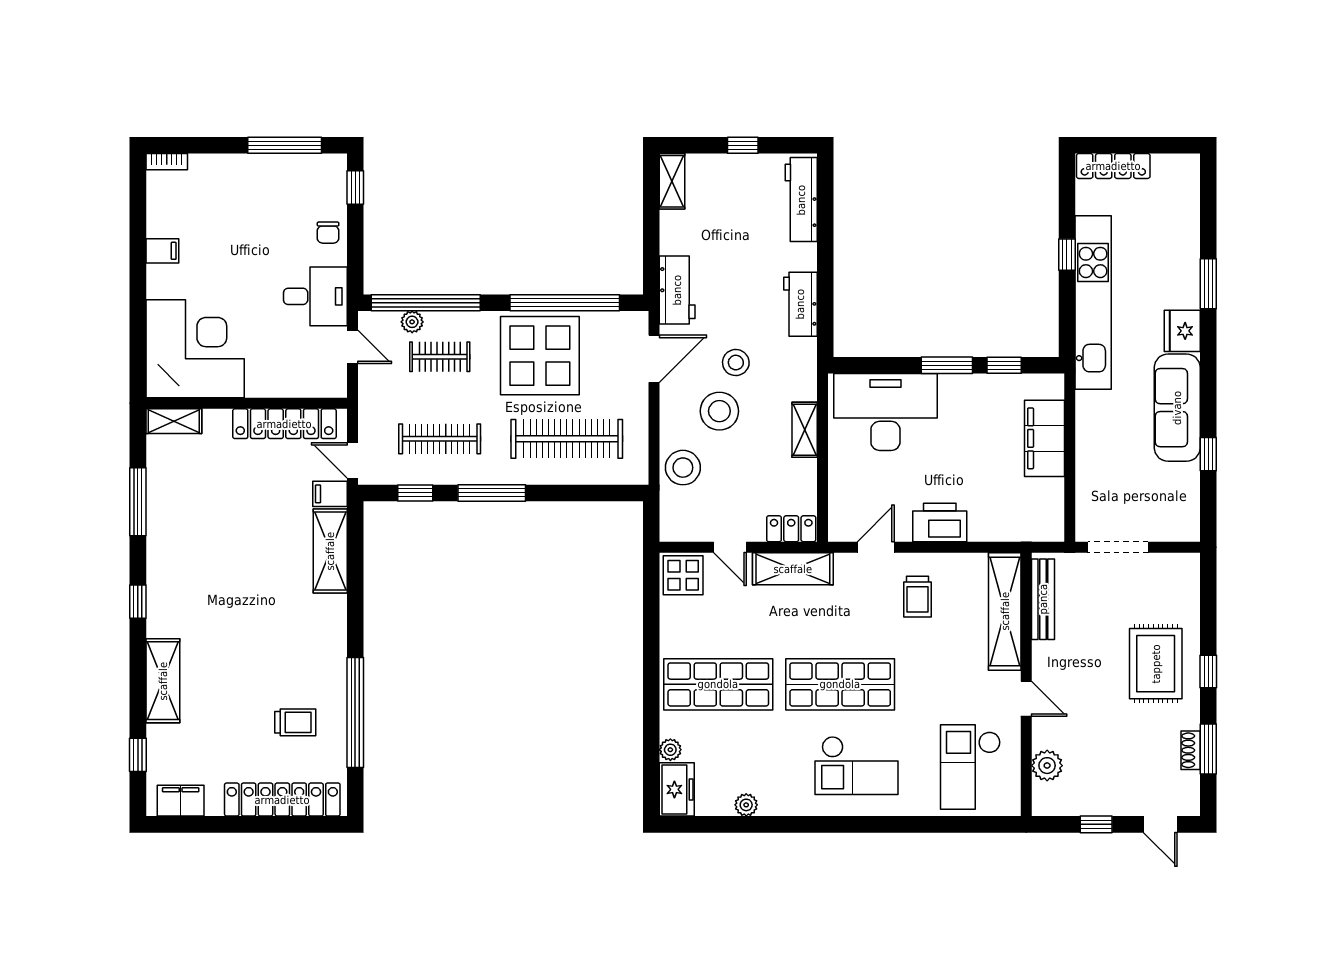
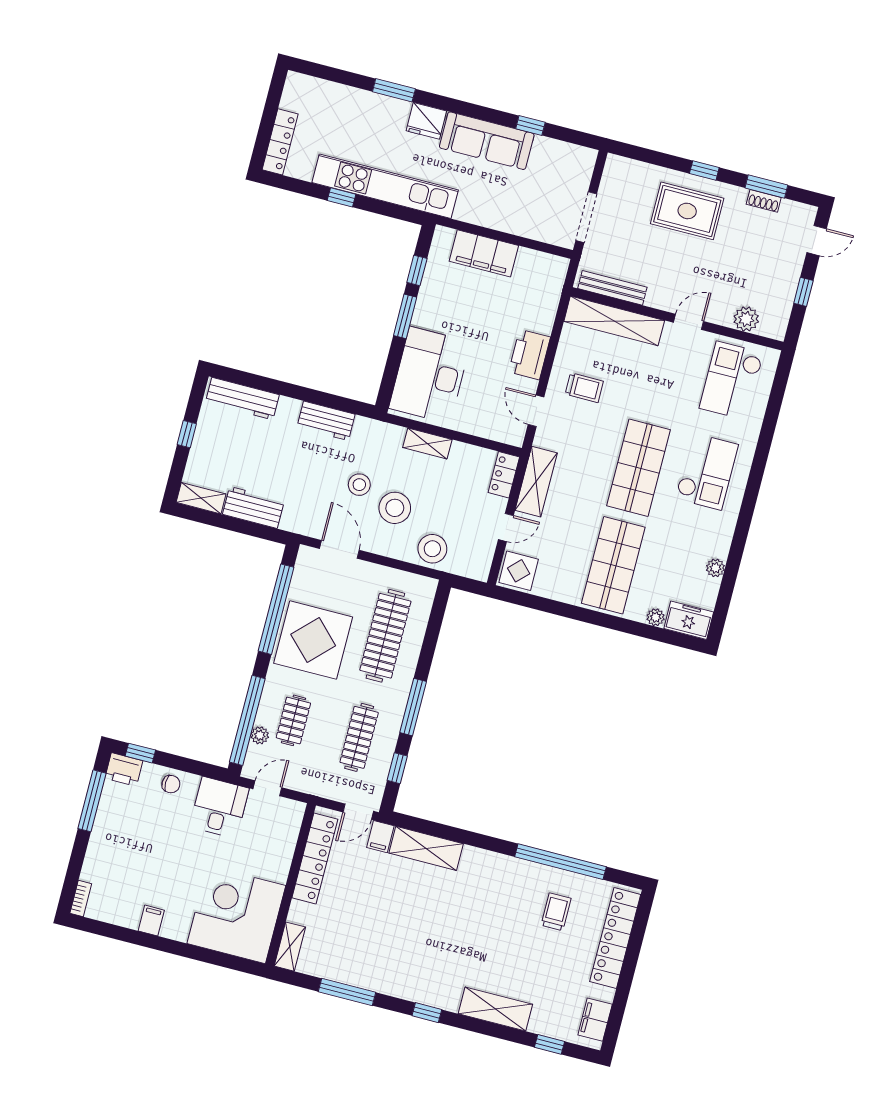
printer: (331, 173) -> (124, 770), added
workbench: (677, 290) -> (254, 507), moved
checkout: (970, 767) -> (731, 381), turned 90

